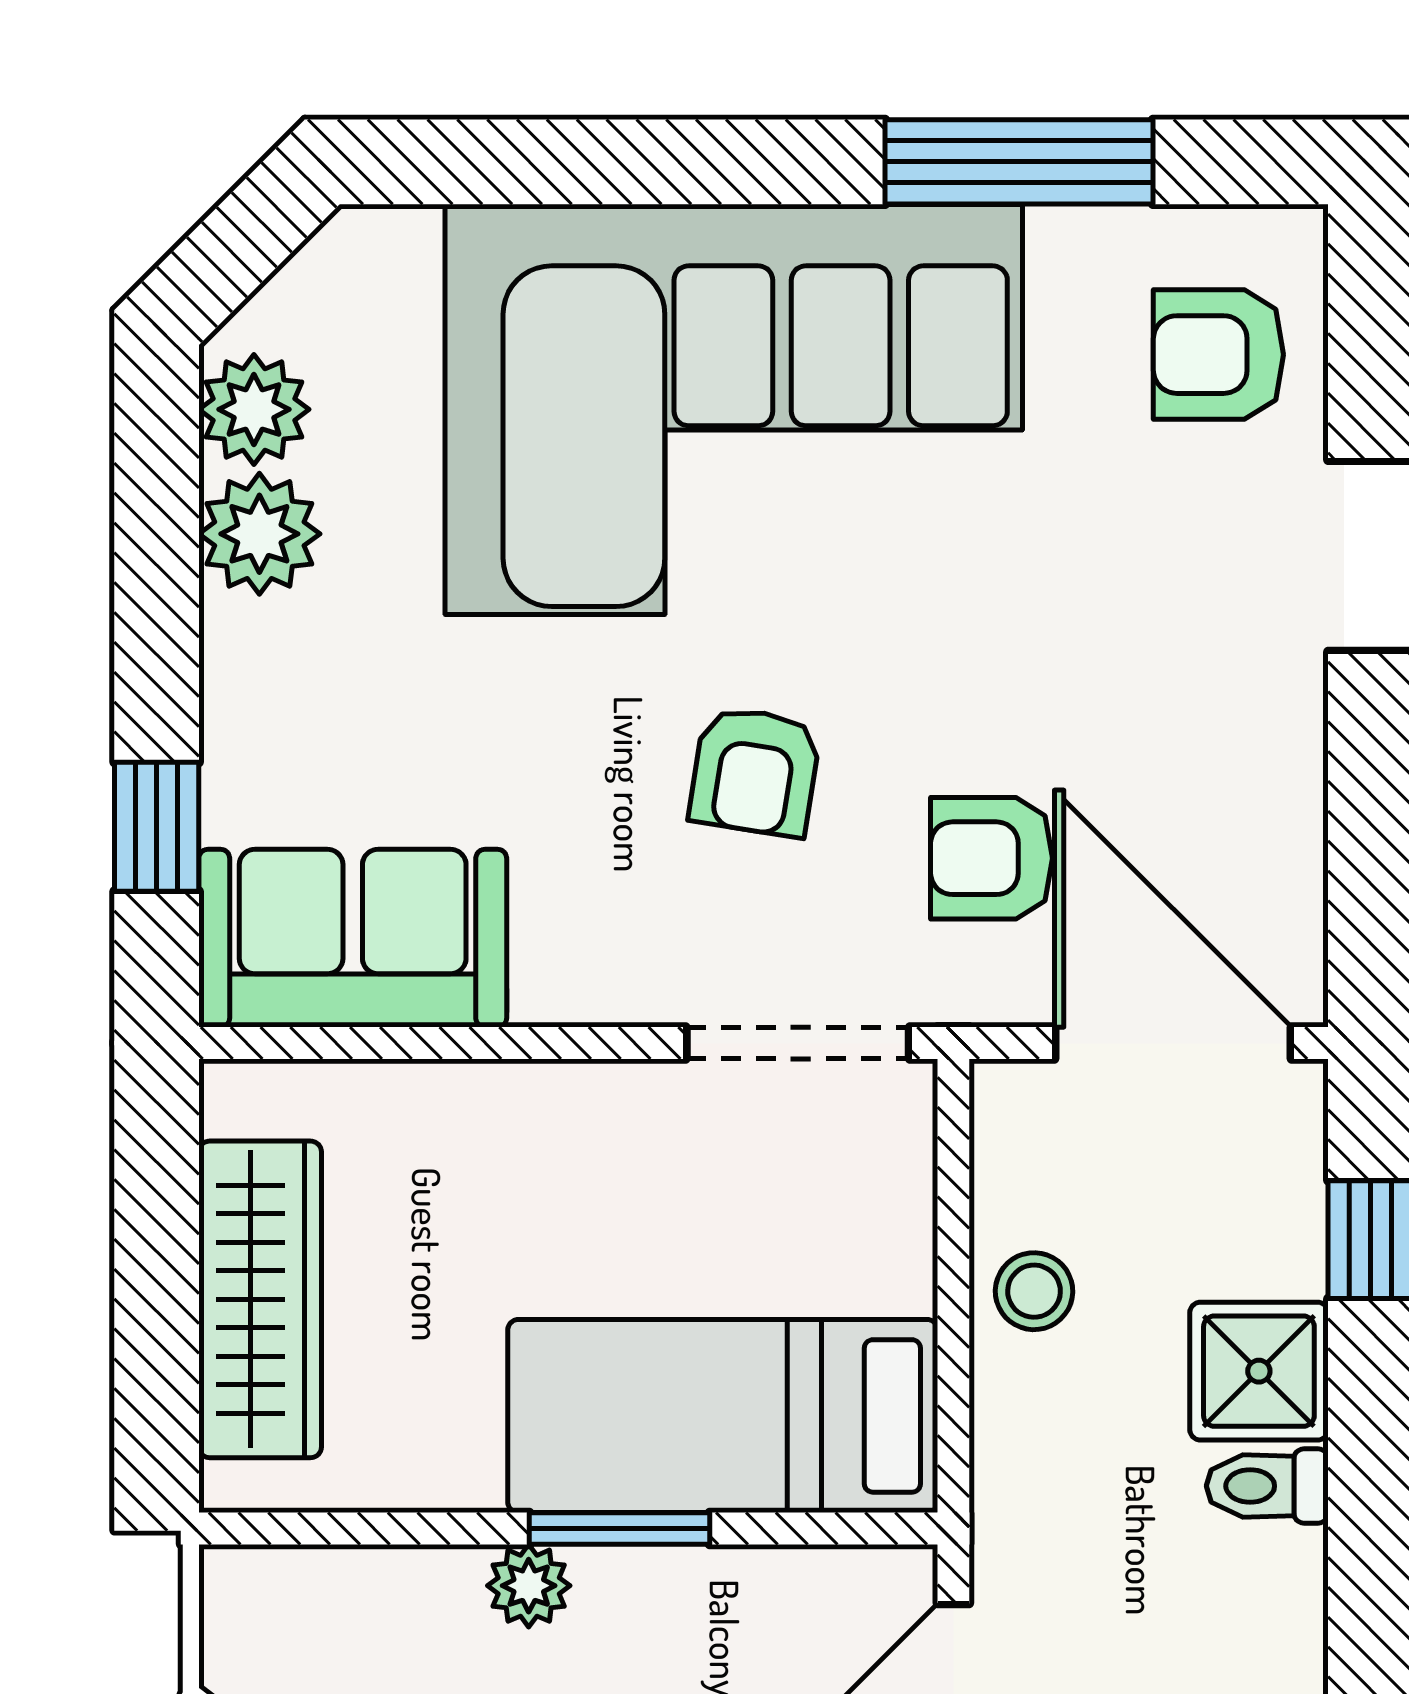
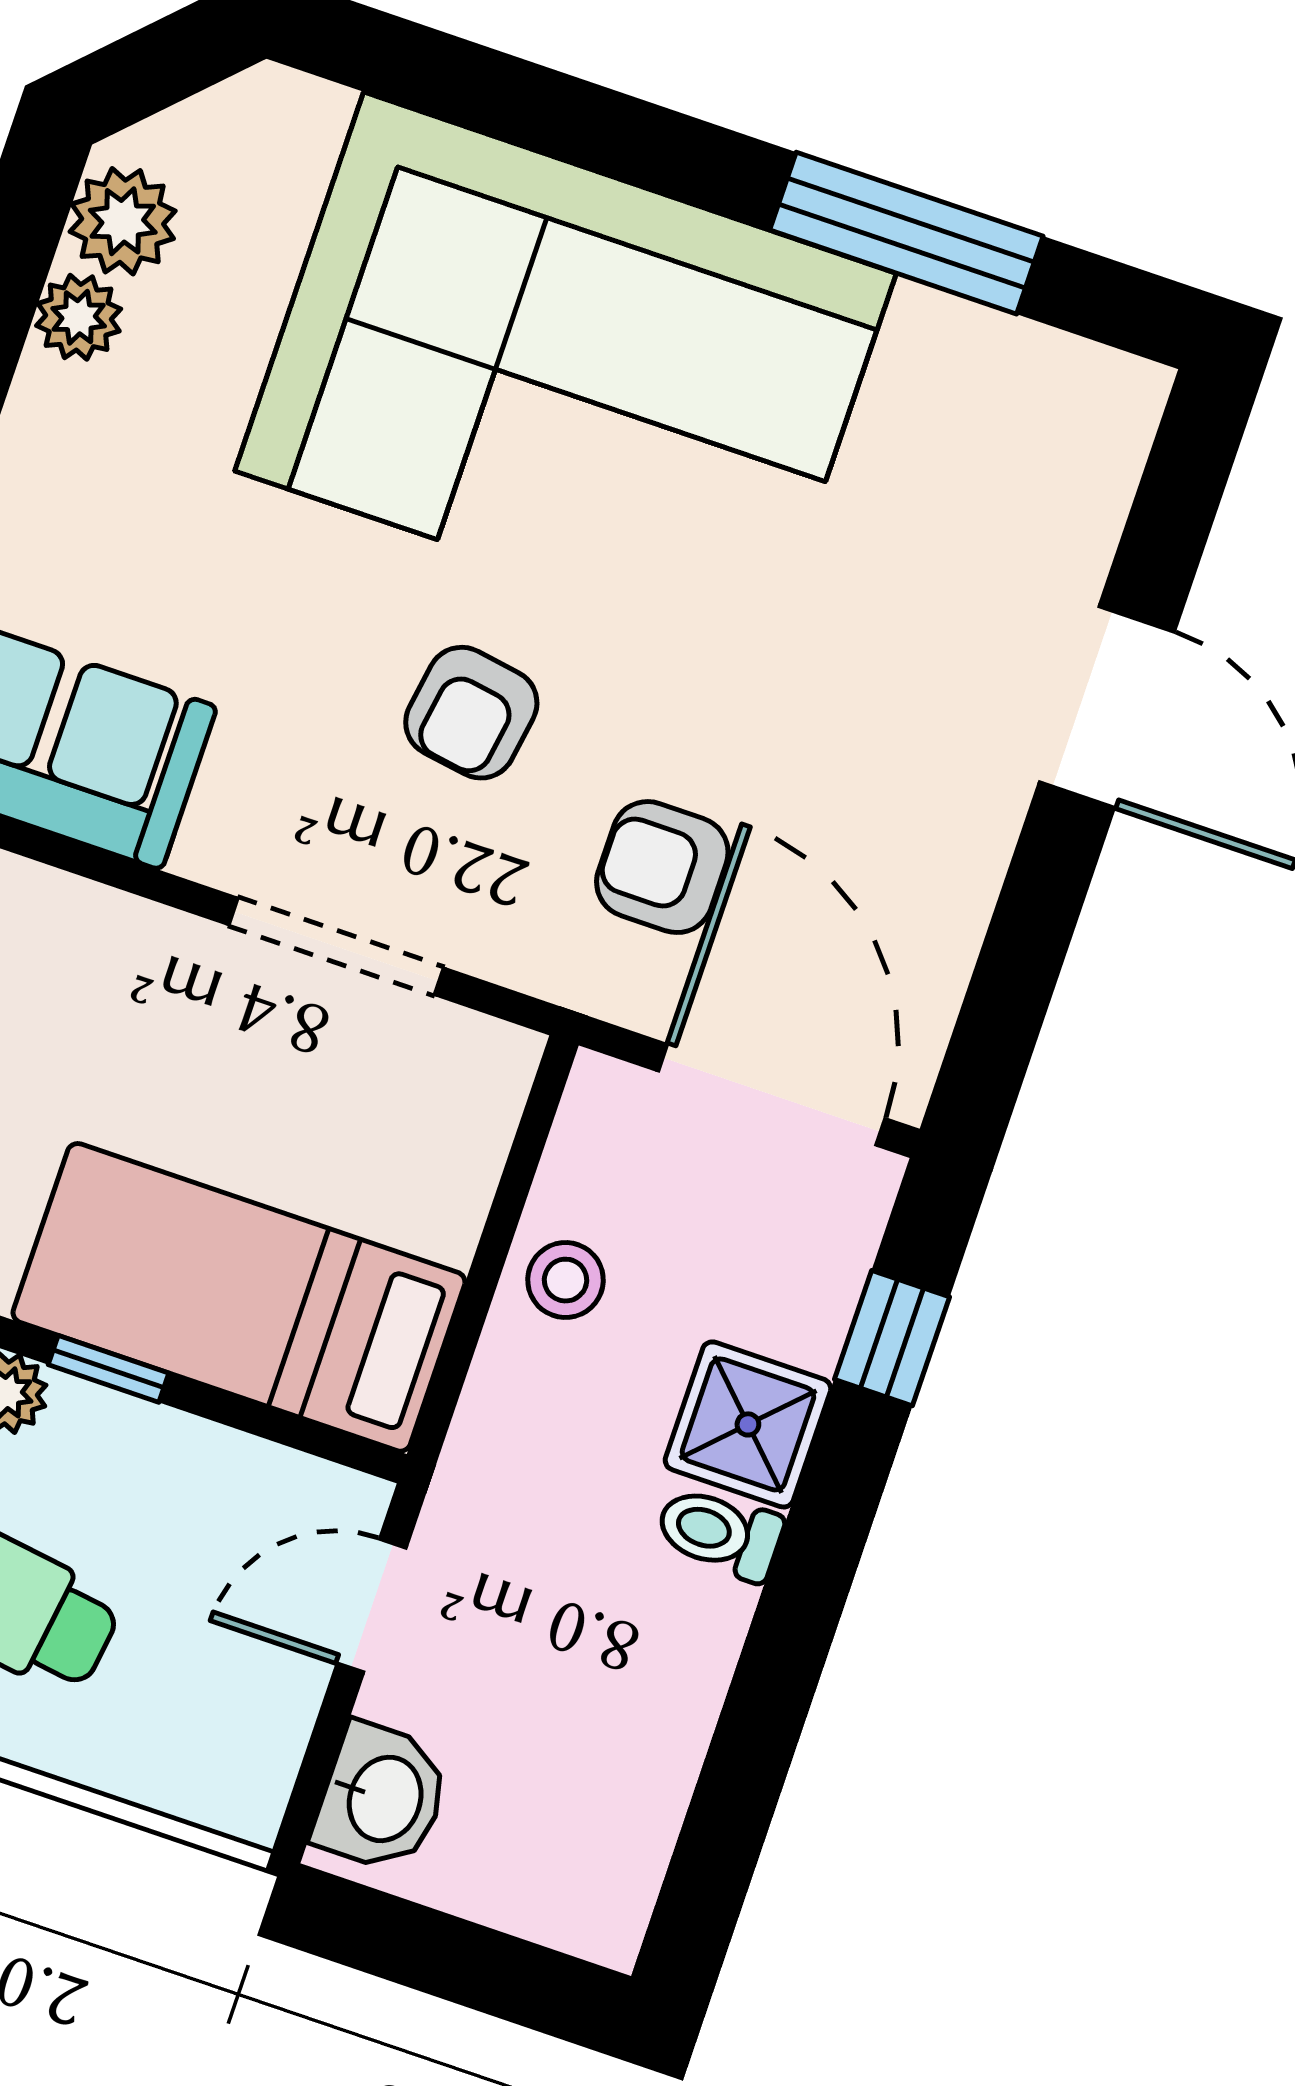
armchair: (1218, 355) -> (1030, 474), removed
plant: (259, 534) -> (79, 317), width x0.73, depth x0.73
doorway: (798, 1043) -> (336, 946), moved
window: (620, 1528) -> (109, 1369), width x0.67

